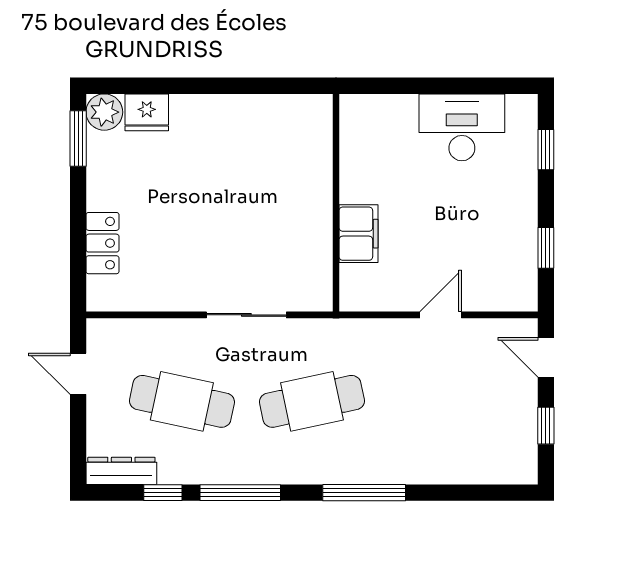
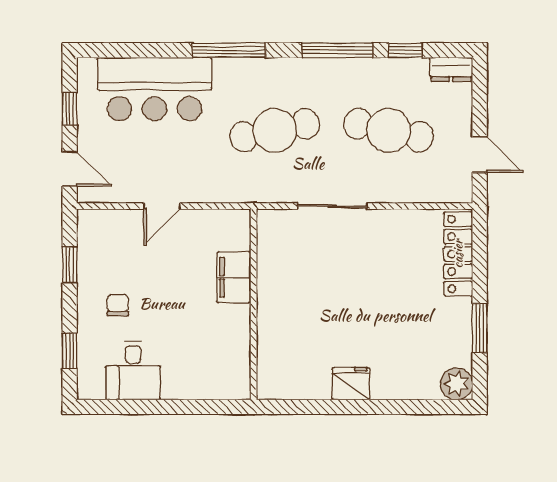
fridge: (147, 112) -> (351, 384), moved
desk: (462, 127) -> (133, 370), width x0.73
window: (78, 139) -> (480, 328), moved
chair: (491, 202) -> (118, 305), added
locker: (102, 243) -> (458, 254), width x1.53
bar counter: (449, 448) -> (155, 89), added
dresser: (121, 471) -> (451, 69), width x0.70

